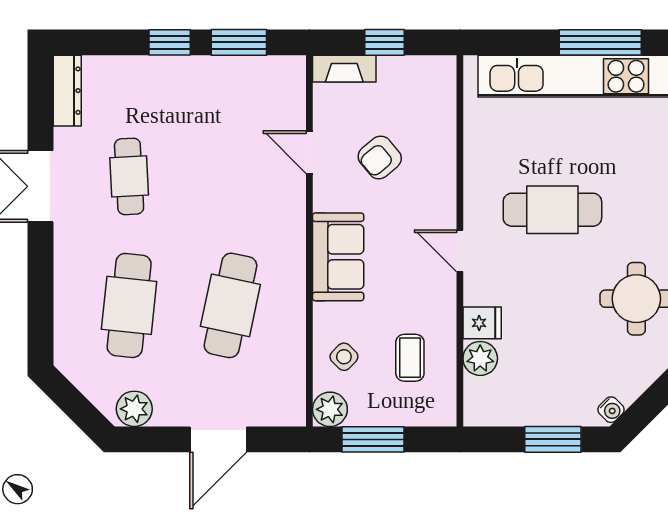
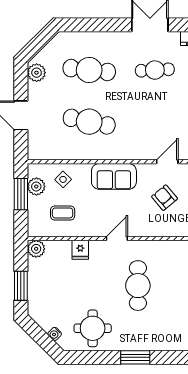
plant: (480, 358) -> (36, 249), moved
plant: (330, 409) -> (36, 187), moved
water cooler: (611, 410) -> (55, 334), moved

